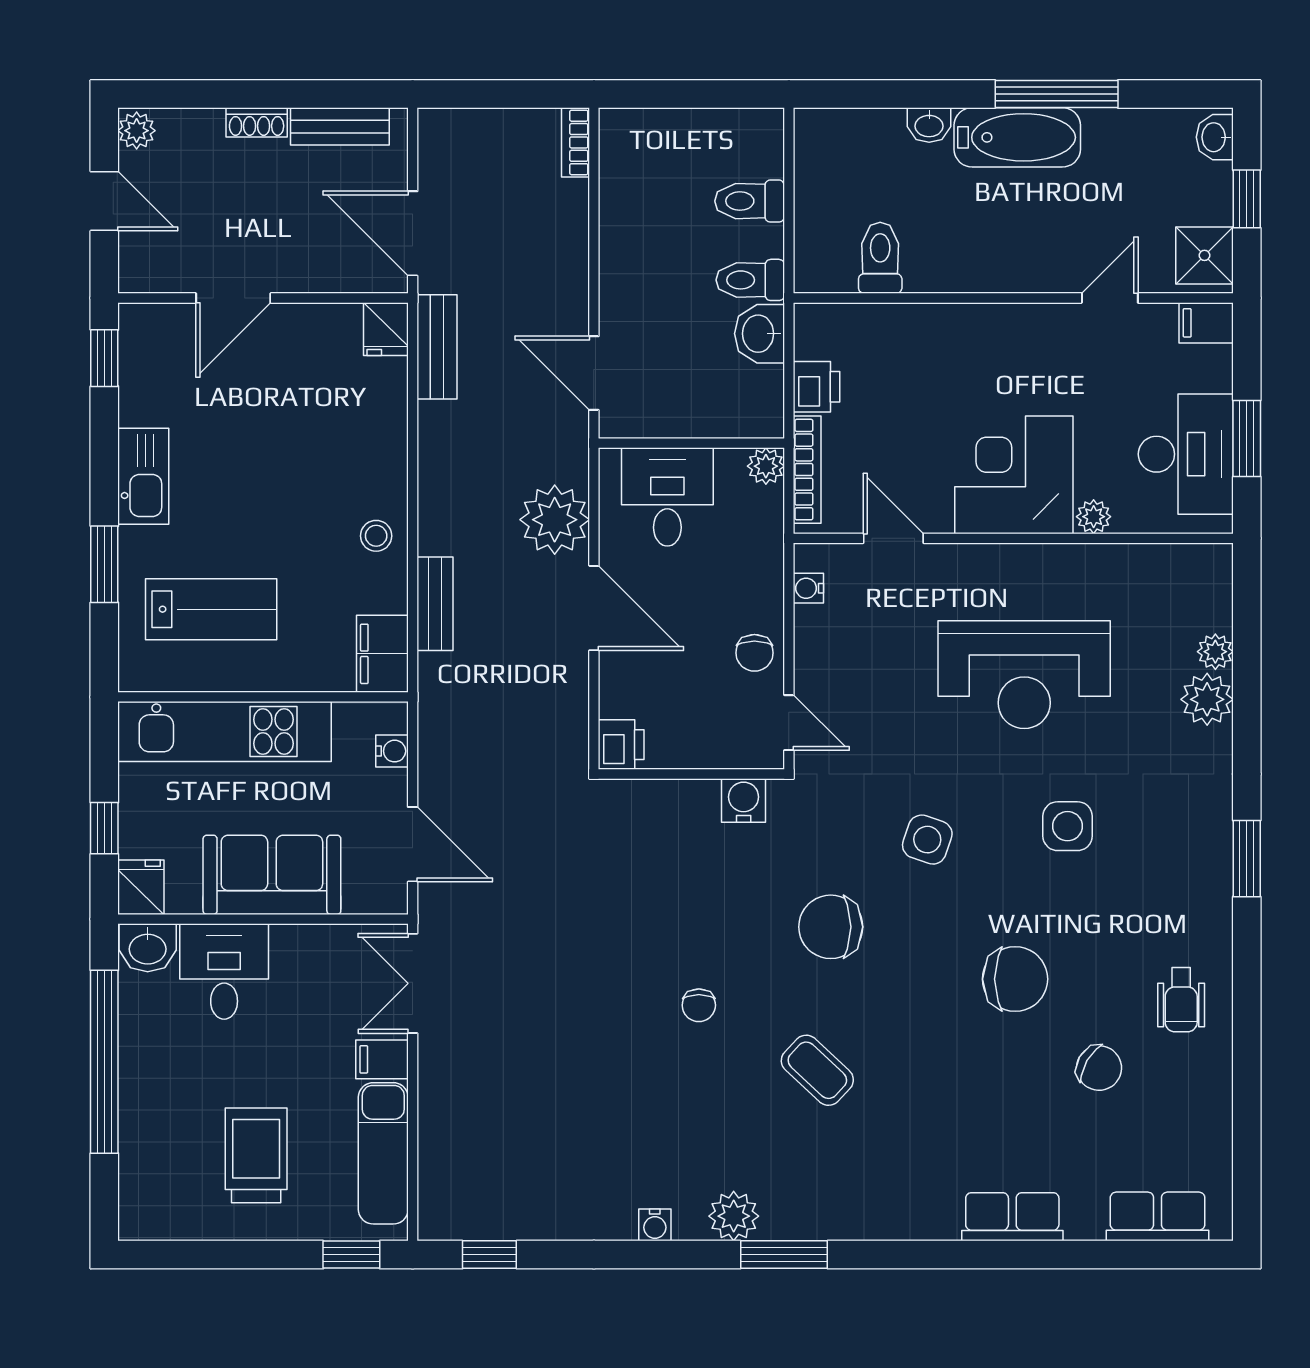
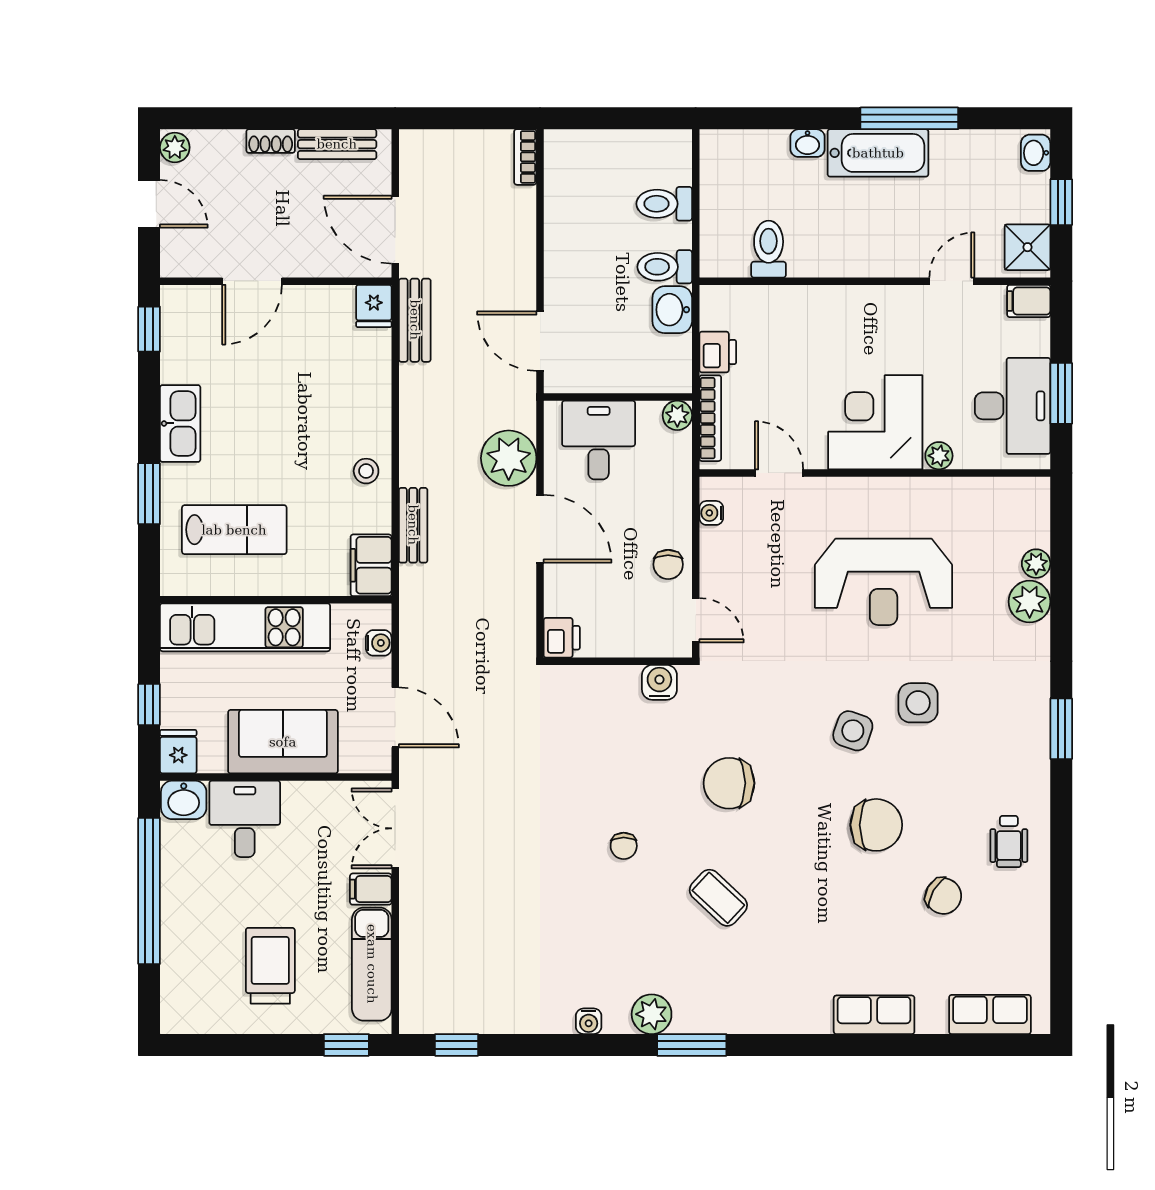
side table: (927, 840) -> (853, 731), moved

